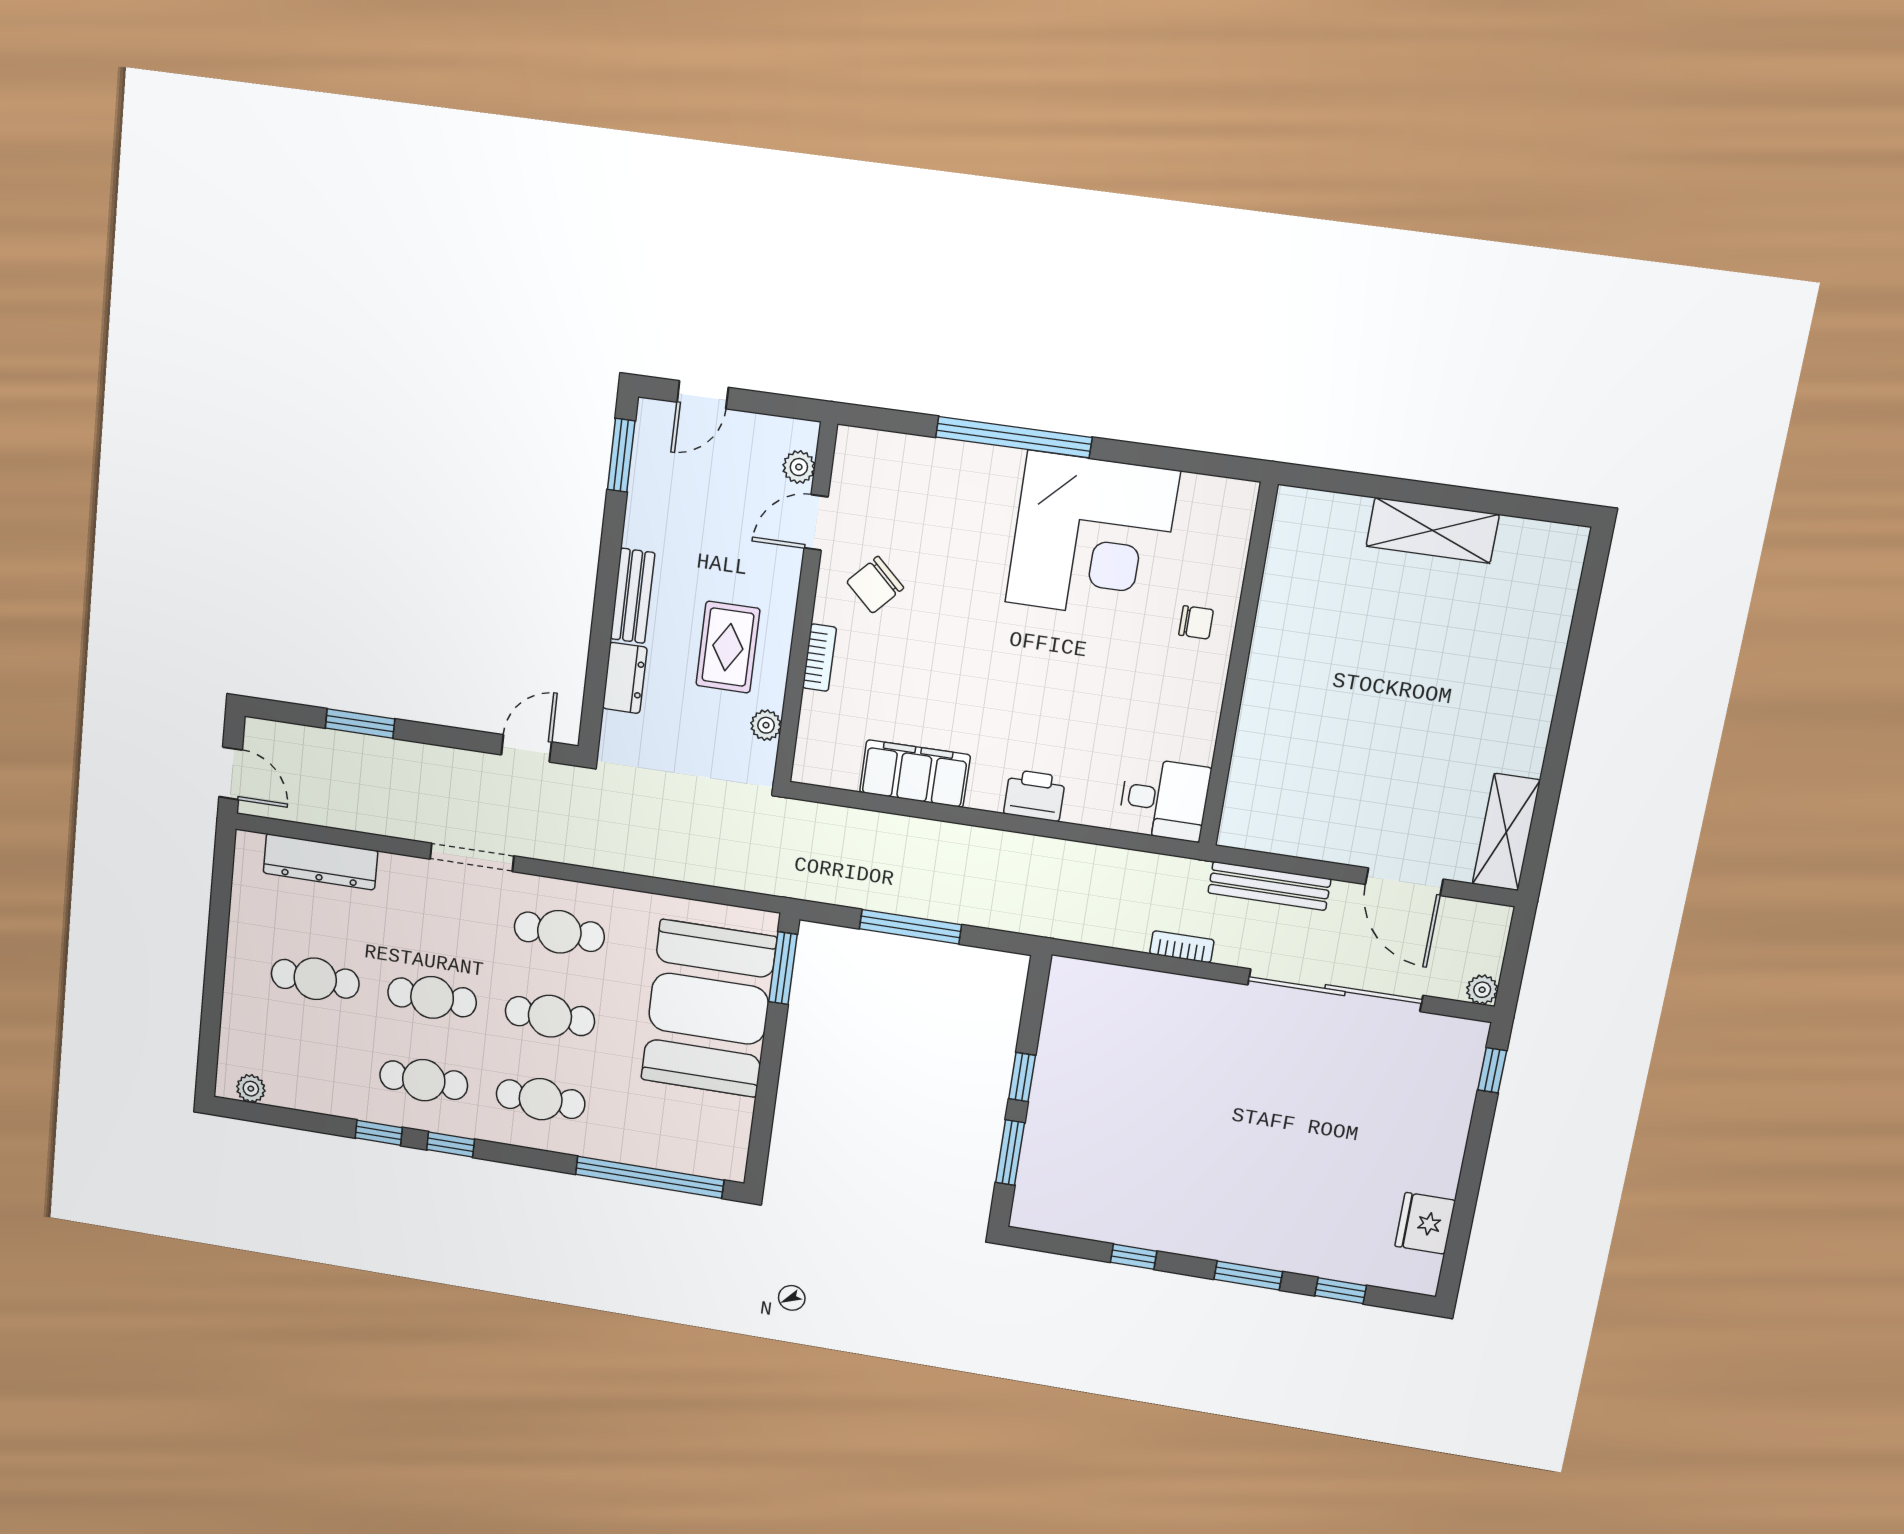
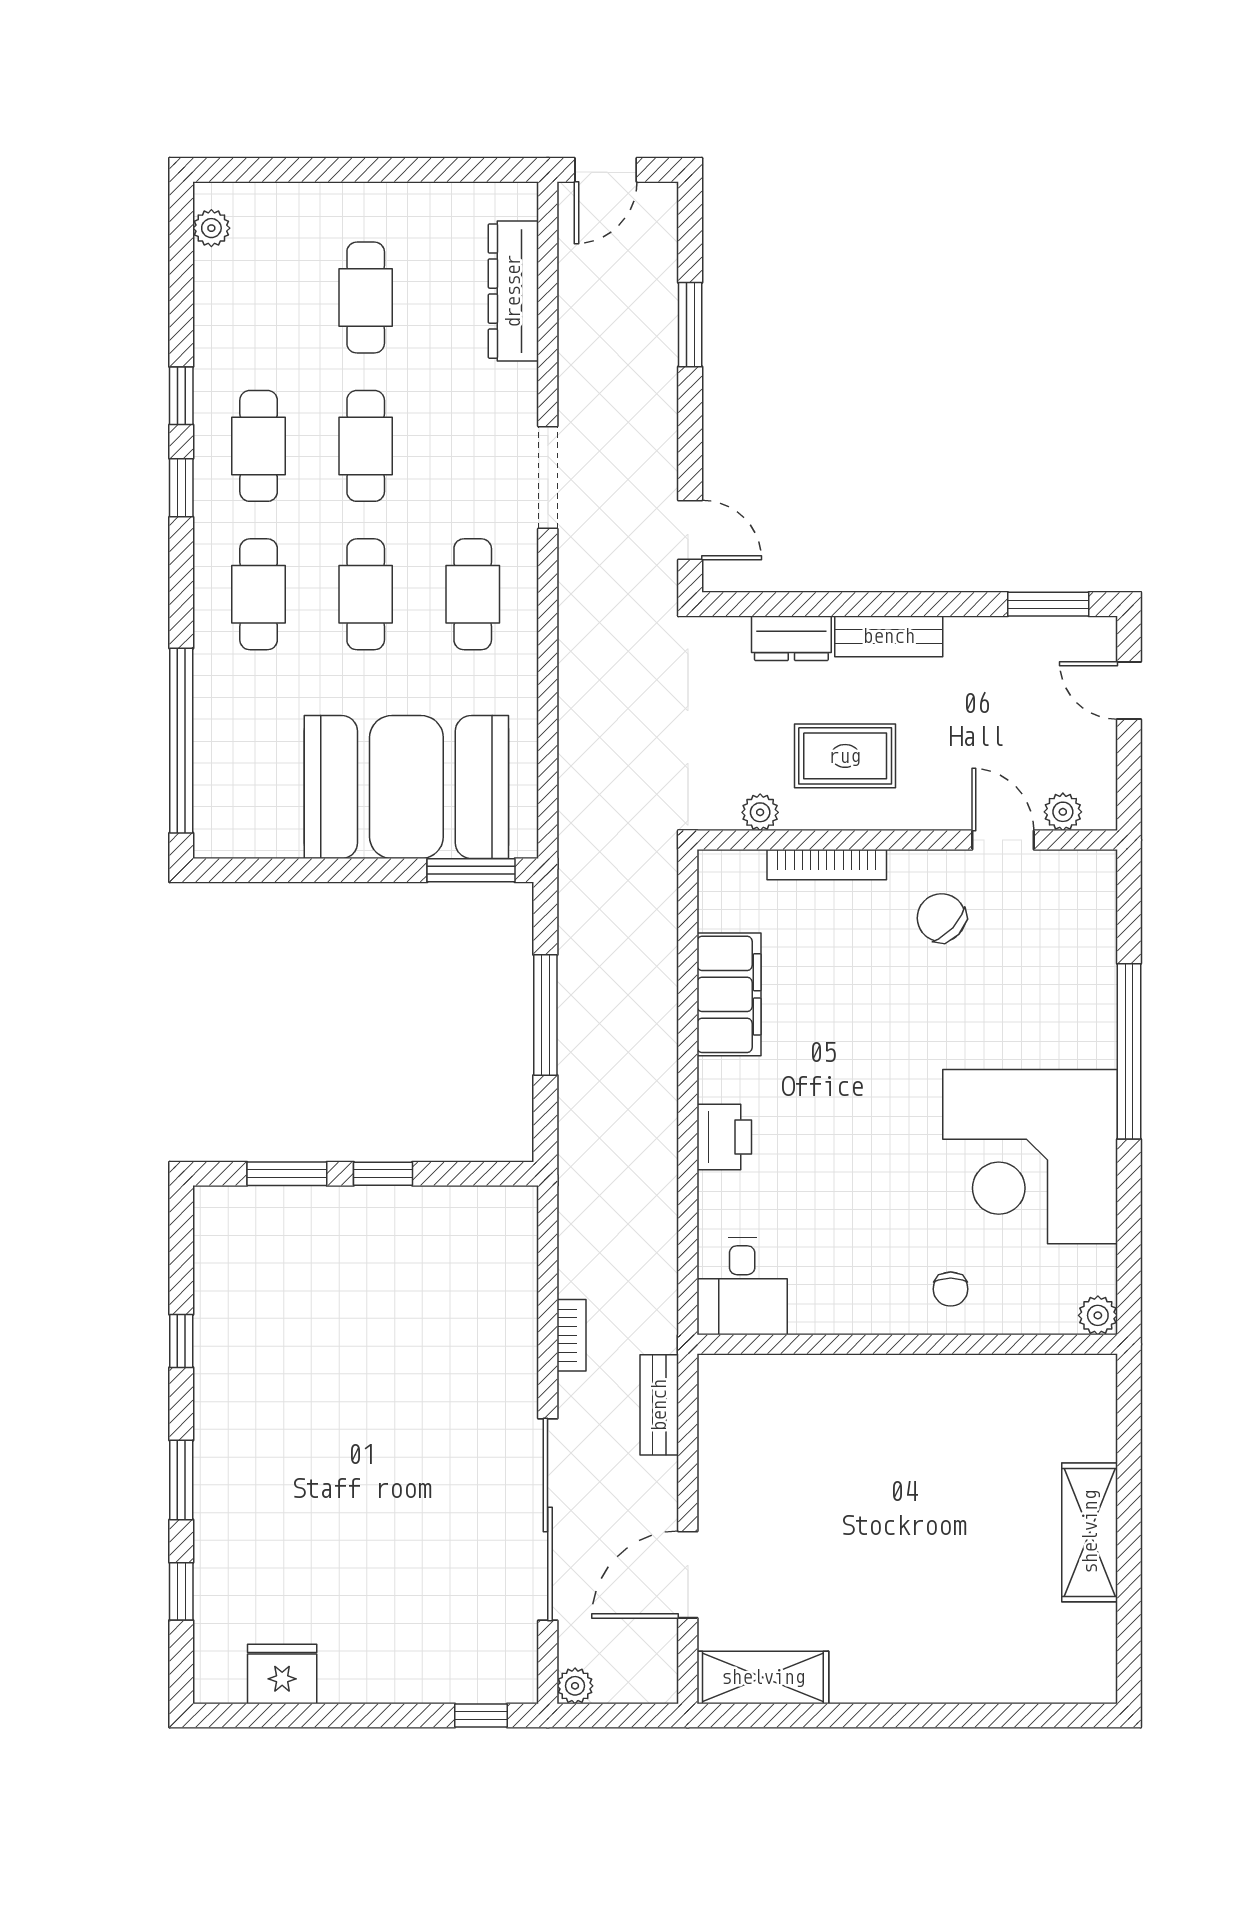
plant: (1241, 497) -> (1098, 1315), added
bookcase: (819, 658) -> (827, 865), width x1.56
bench: (1269, 886) -> (659, 1405), width x0.73

